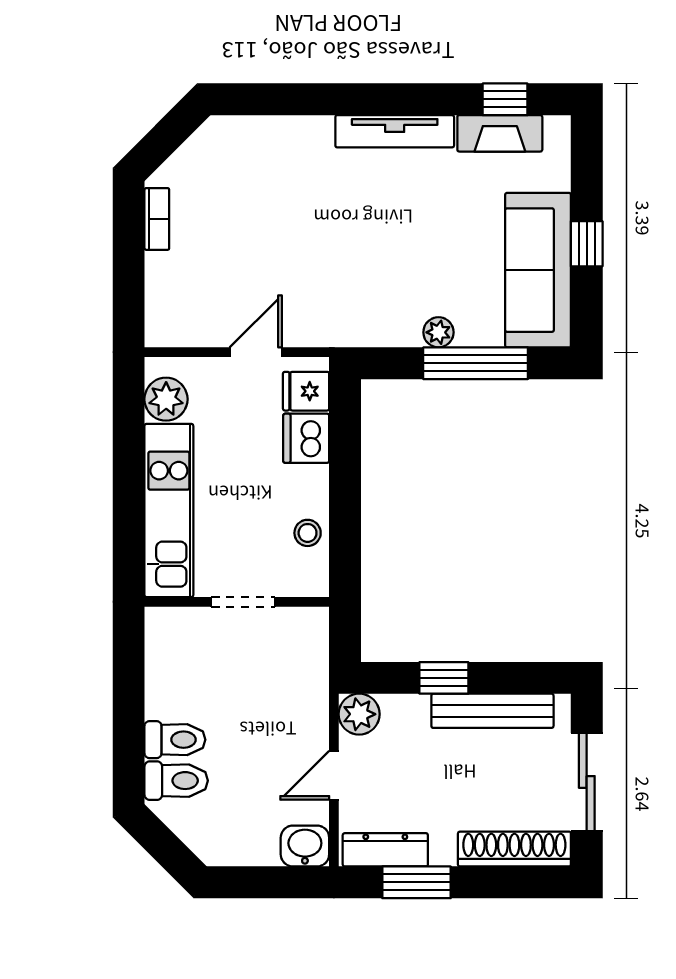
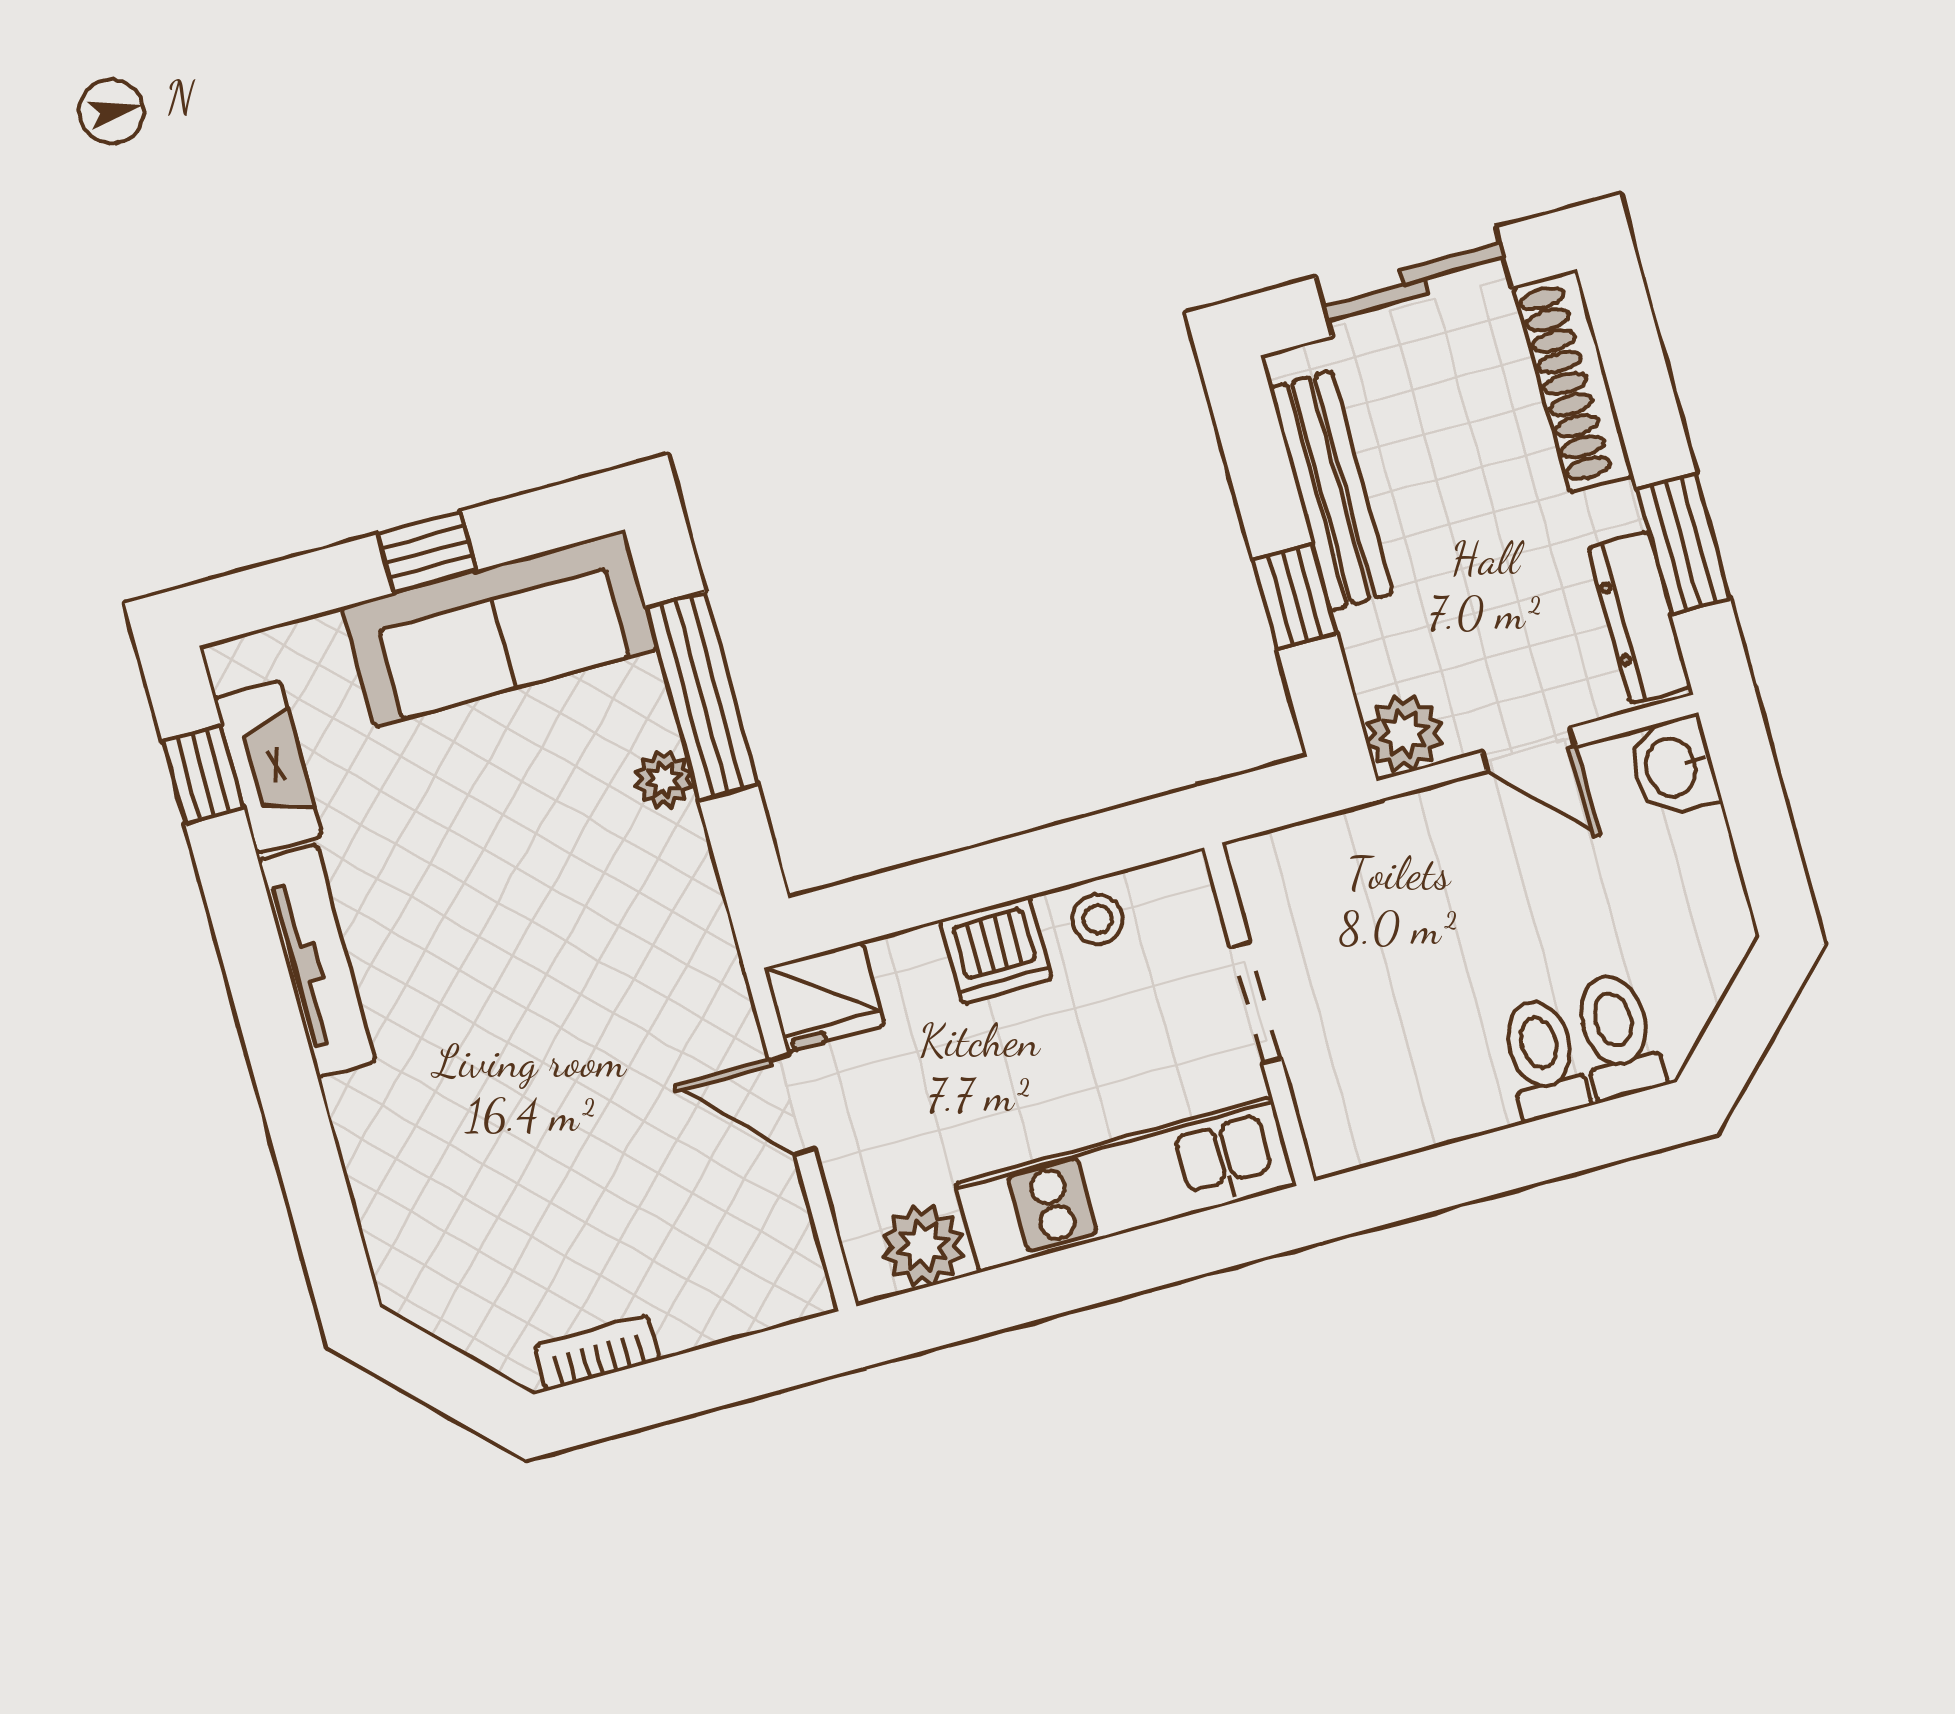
fridge: (306, 391) -> (824, 997), width x1.38
dishwasher: (306, 438) -> (996, 950), moved

